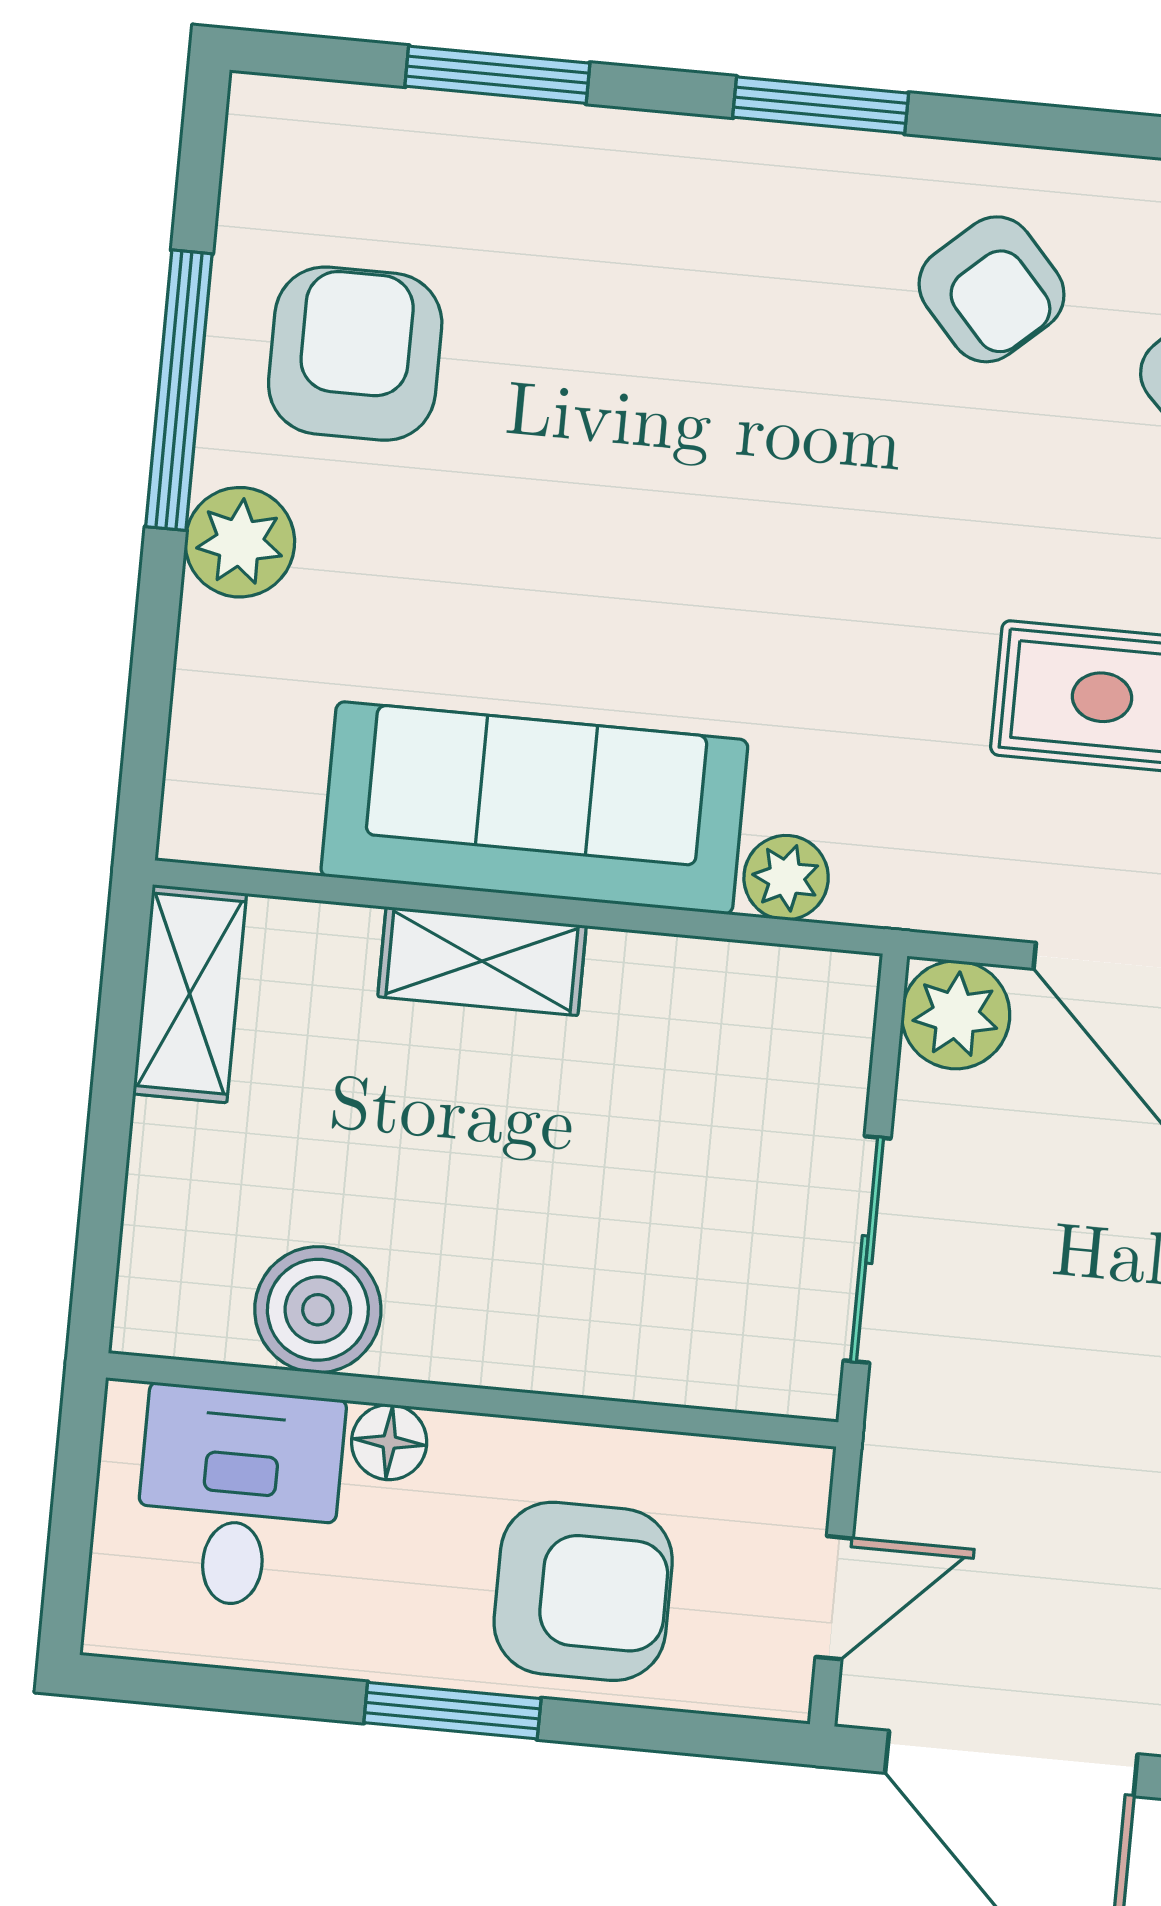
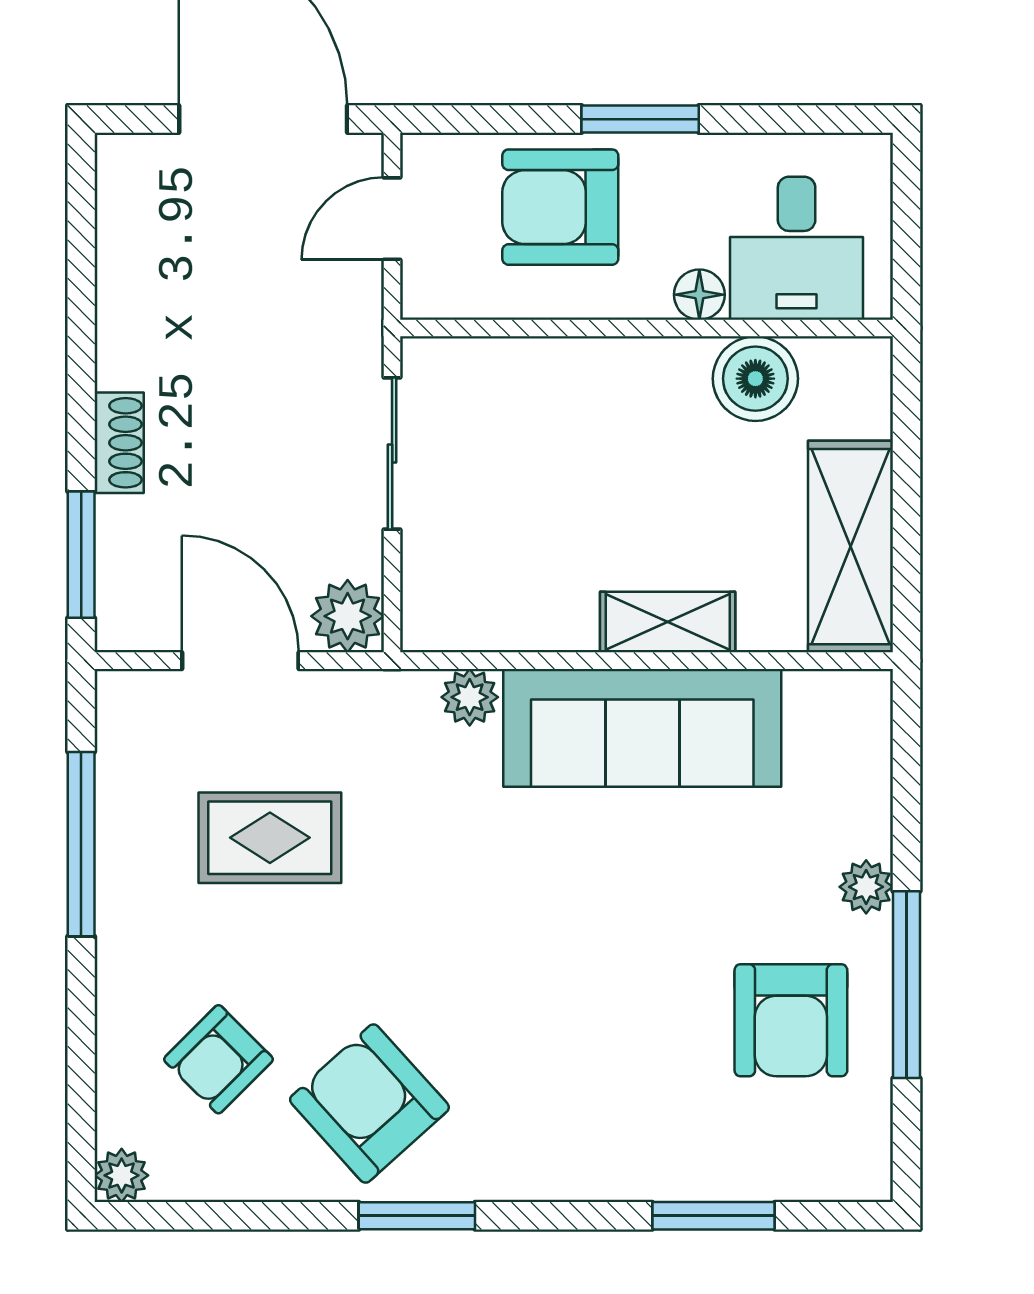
window: (821, 105) -> (417, 1216), moved
armchair: (992, 289) -> (369, 1104), width x1.38, depth x1.38
plant: (240, 542) -> (866, 887), width x0.73, depth x0.73
shelving: (190, 994) -> (850, 547), width x1.50, depth x1.33

